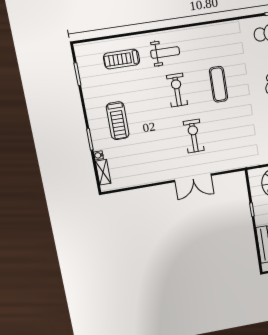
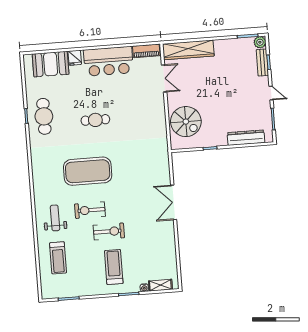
exercise mat: (218, 84) -> (88, 171), width x2.00, depth x1.45
treadmill: (118, 121) -> (114, 267), turned -90
exercise bike: (194, 136) -> (109, 231), moved, turned 180
double door: (193, 178) -> (174, 202), swing flipped

